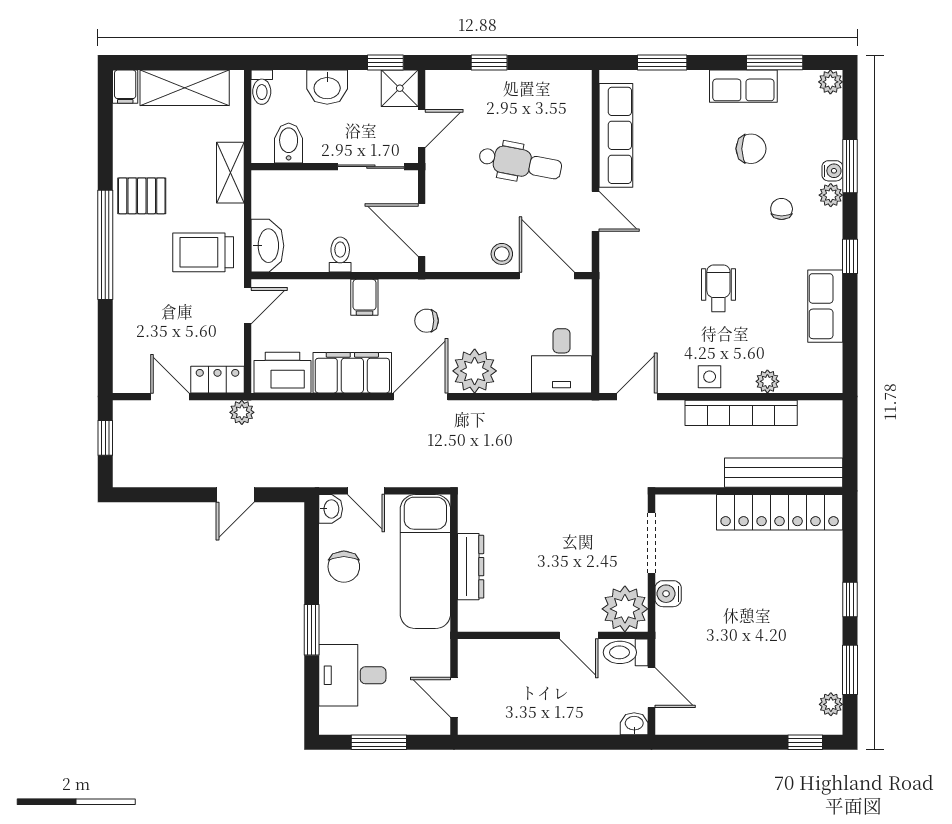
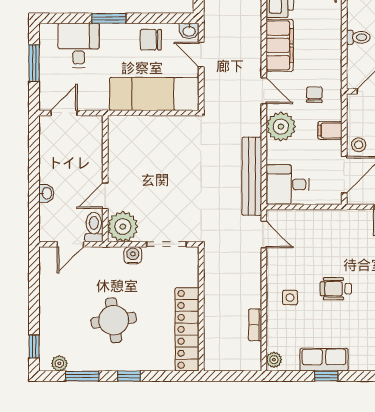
window: (850, 256) -> (326, 376), moved
wheelchair: (718, 288) -> (336, 289), turned 180
filing cabinet: (364, 297) -> (330, 130), moved
side table: (710, 377) -> (290, 298), moved
plant: (767, 381) -> (274, 360), moved
door: (421, 397) -> (264, 91), width x0.73
bookcase: (741, 413) -> (255, 325), width x0.43, depth x0.76
bench: (784, 473) -> (252, 176), moved
door: (366, 491) -> (201, 54), hinge flipped
dresser: (471, 567) -> (151, 124), removed
round table: (766, 623) -> (114, 320), added
washbasin: (634, 724) -> (46, 193), moved

